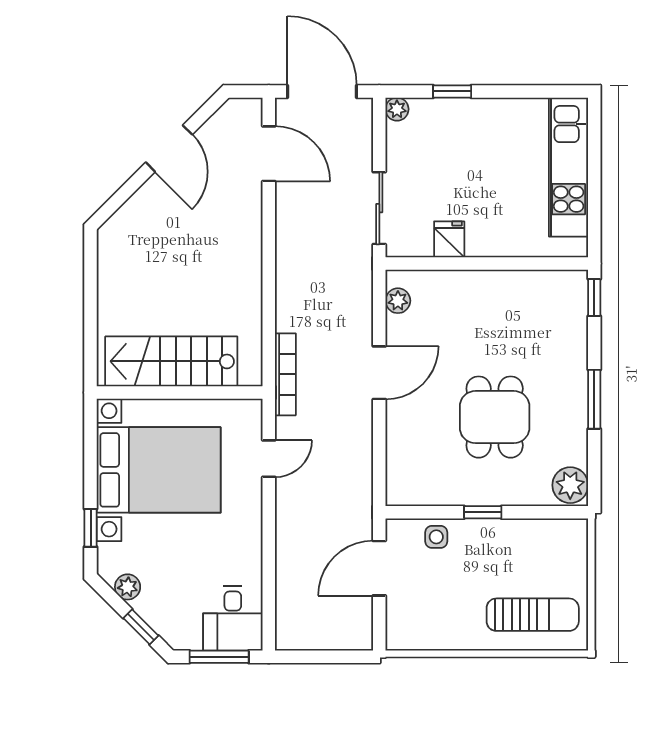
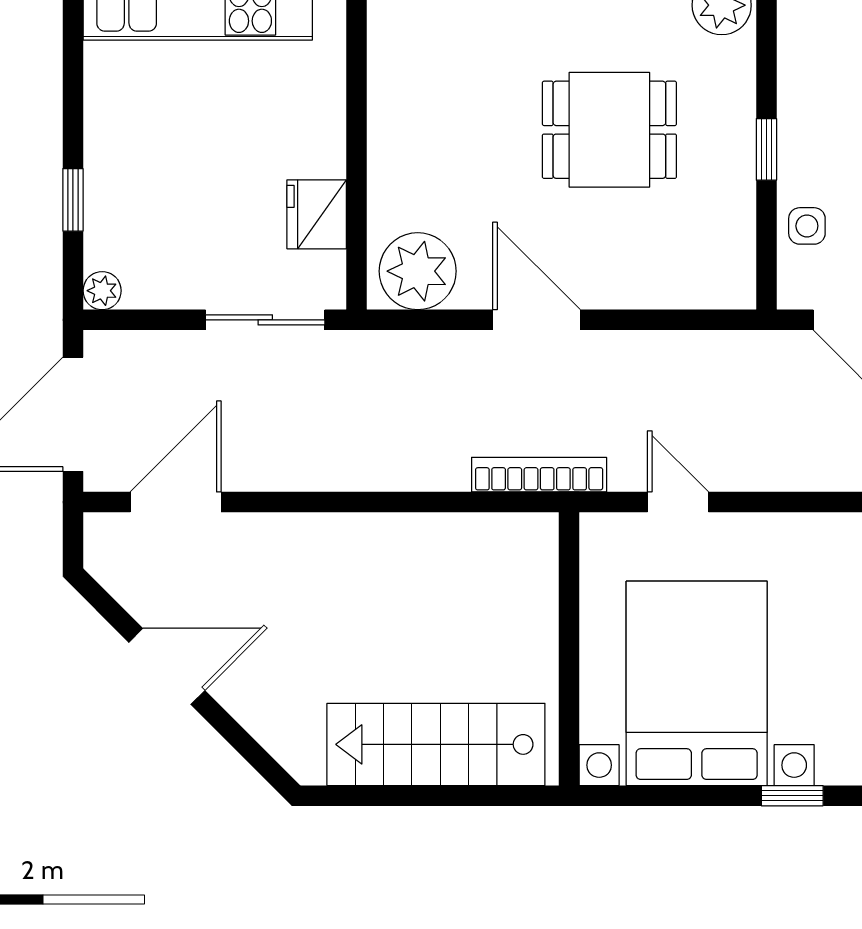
fridge: (449, 239) -> (317, 214), width x1.38
plant: (398, 301) -> (418, 271), width x1.88, depth x1.88
stairs: (171, 361) -> (436, 744), moved, turned 90

